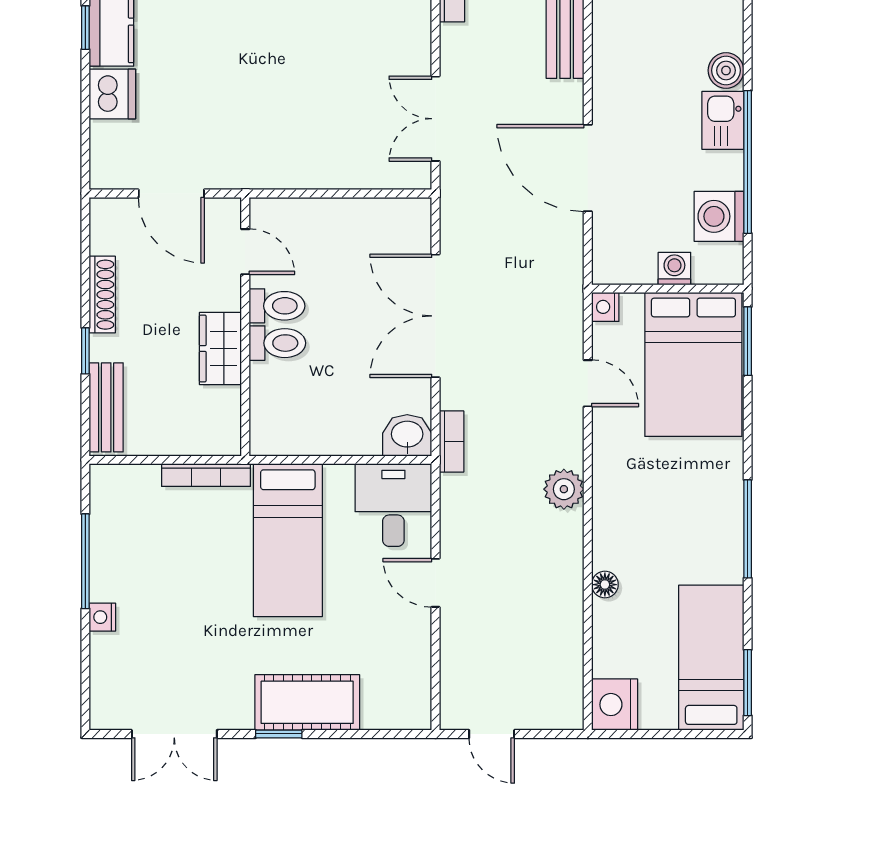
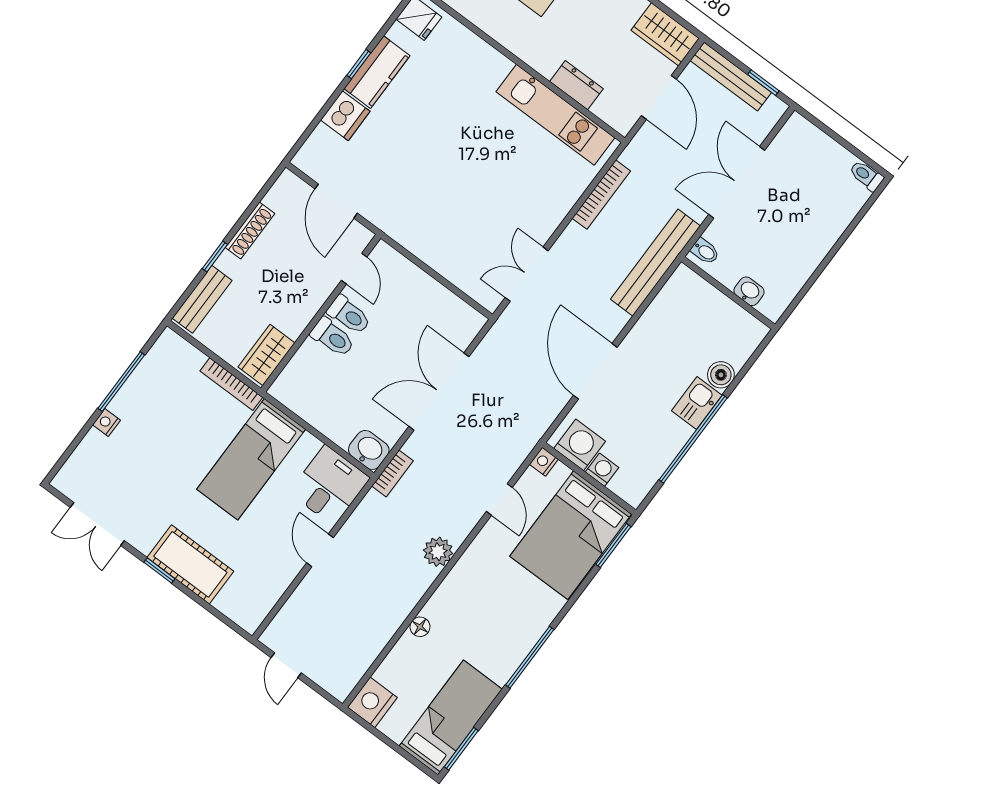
washing machine: (719, 216) -> (580, 445), moved, turned 90
wardrobe: (220, 348) -> (267, 355), moved

